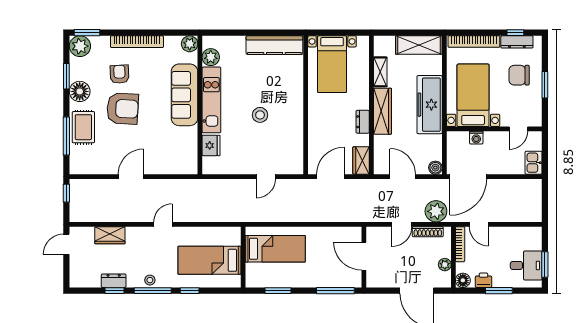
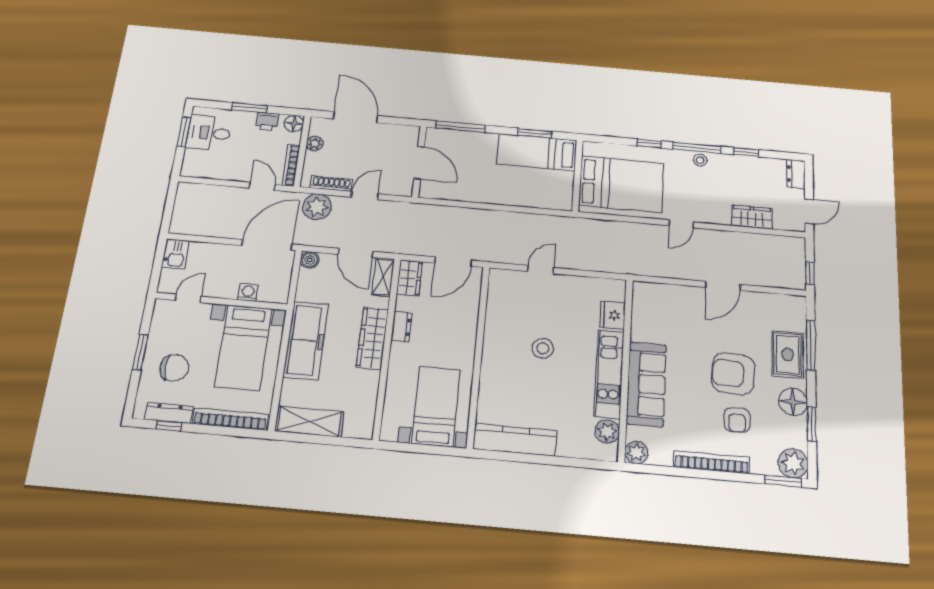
shelving: (380, 72) -> (383, 277), moved
bed: (275, 249) -> (537, 152), moved
bed: (209, 260) -> (621, 184), width x1.50
dresser: (114, 281) -> (796, 174), moved, turned 90

